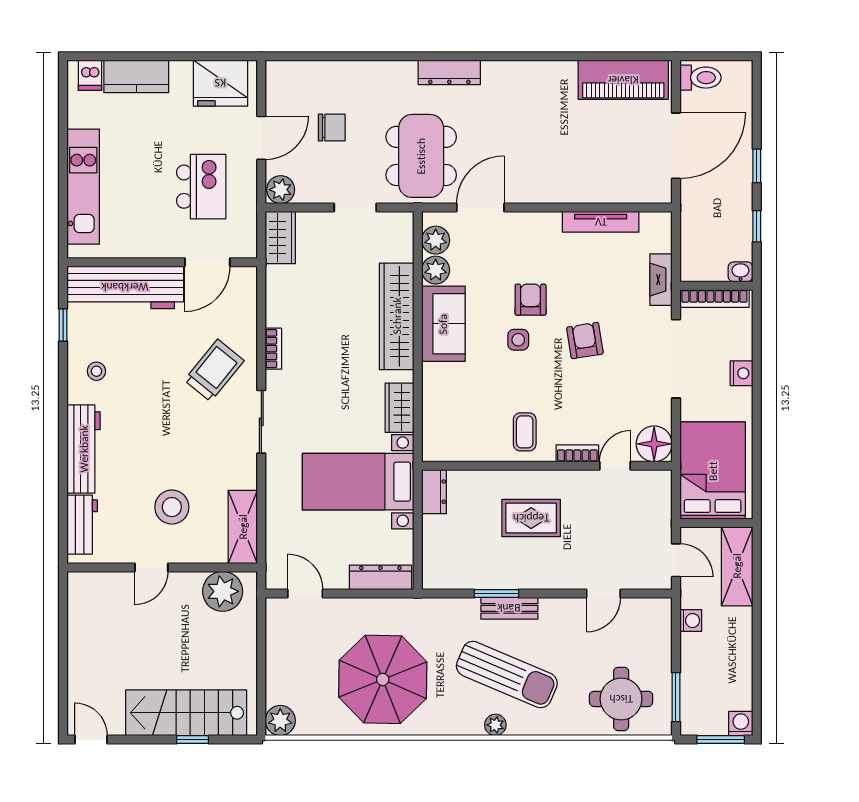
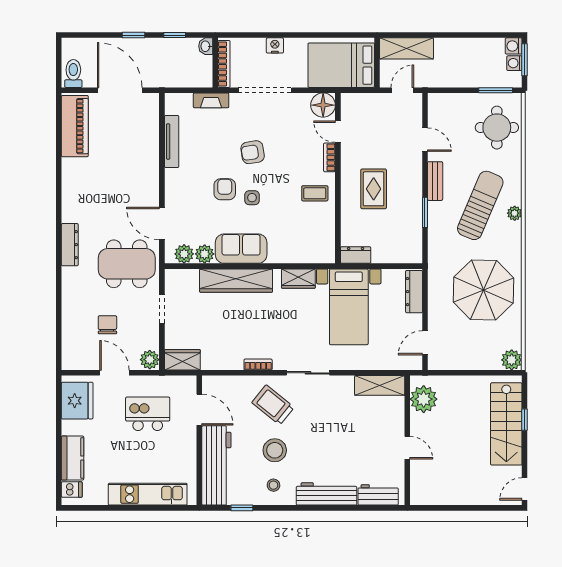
armchair: (531, 300) -> (225, 189), turned 90
stool: (172, 507) -> (275, 450), moved
bench: (509, 608) -> (435, 181), moved
washing machine: (691, 621) -> (514, 63), moved, turned -90

